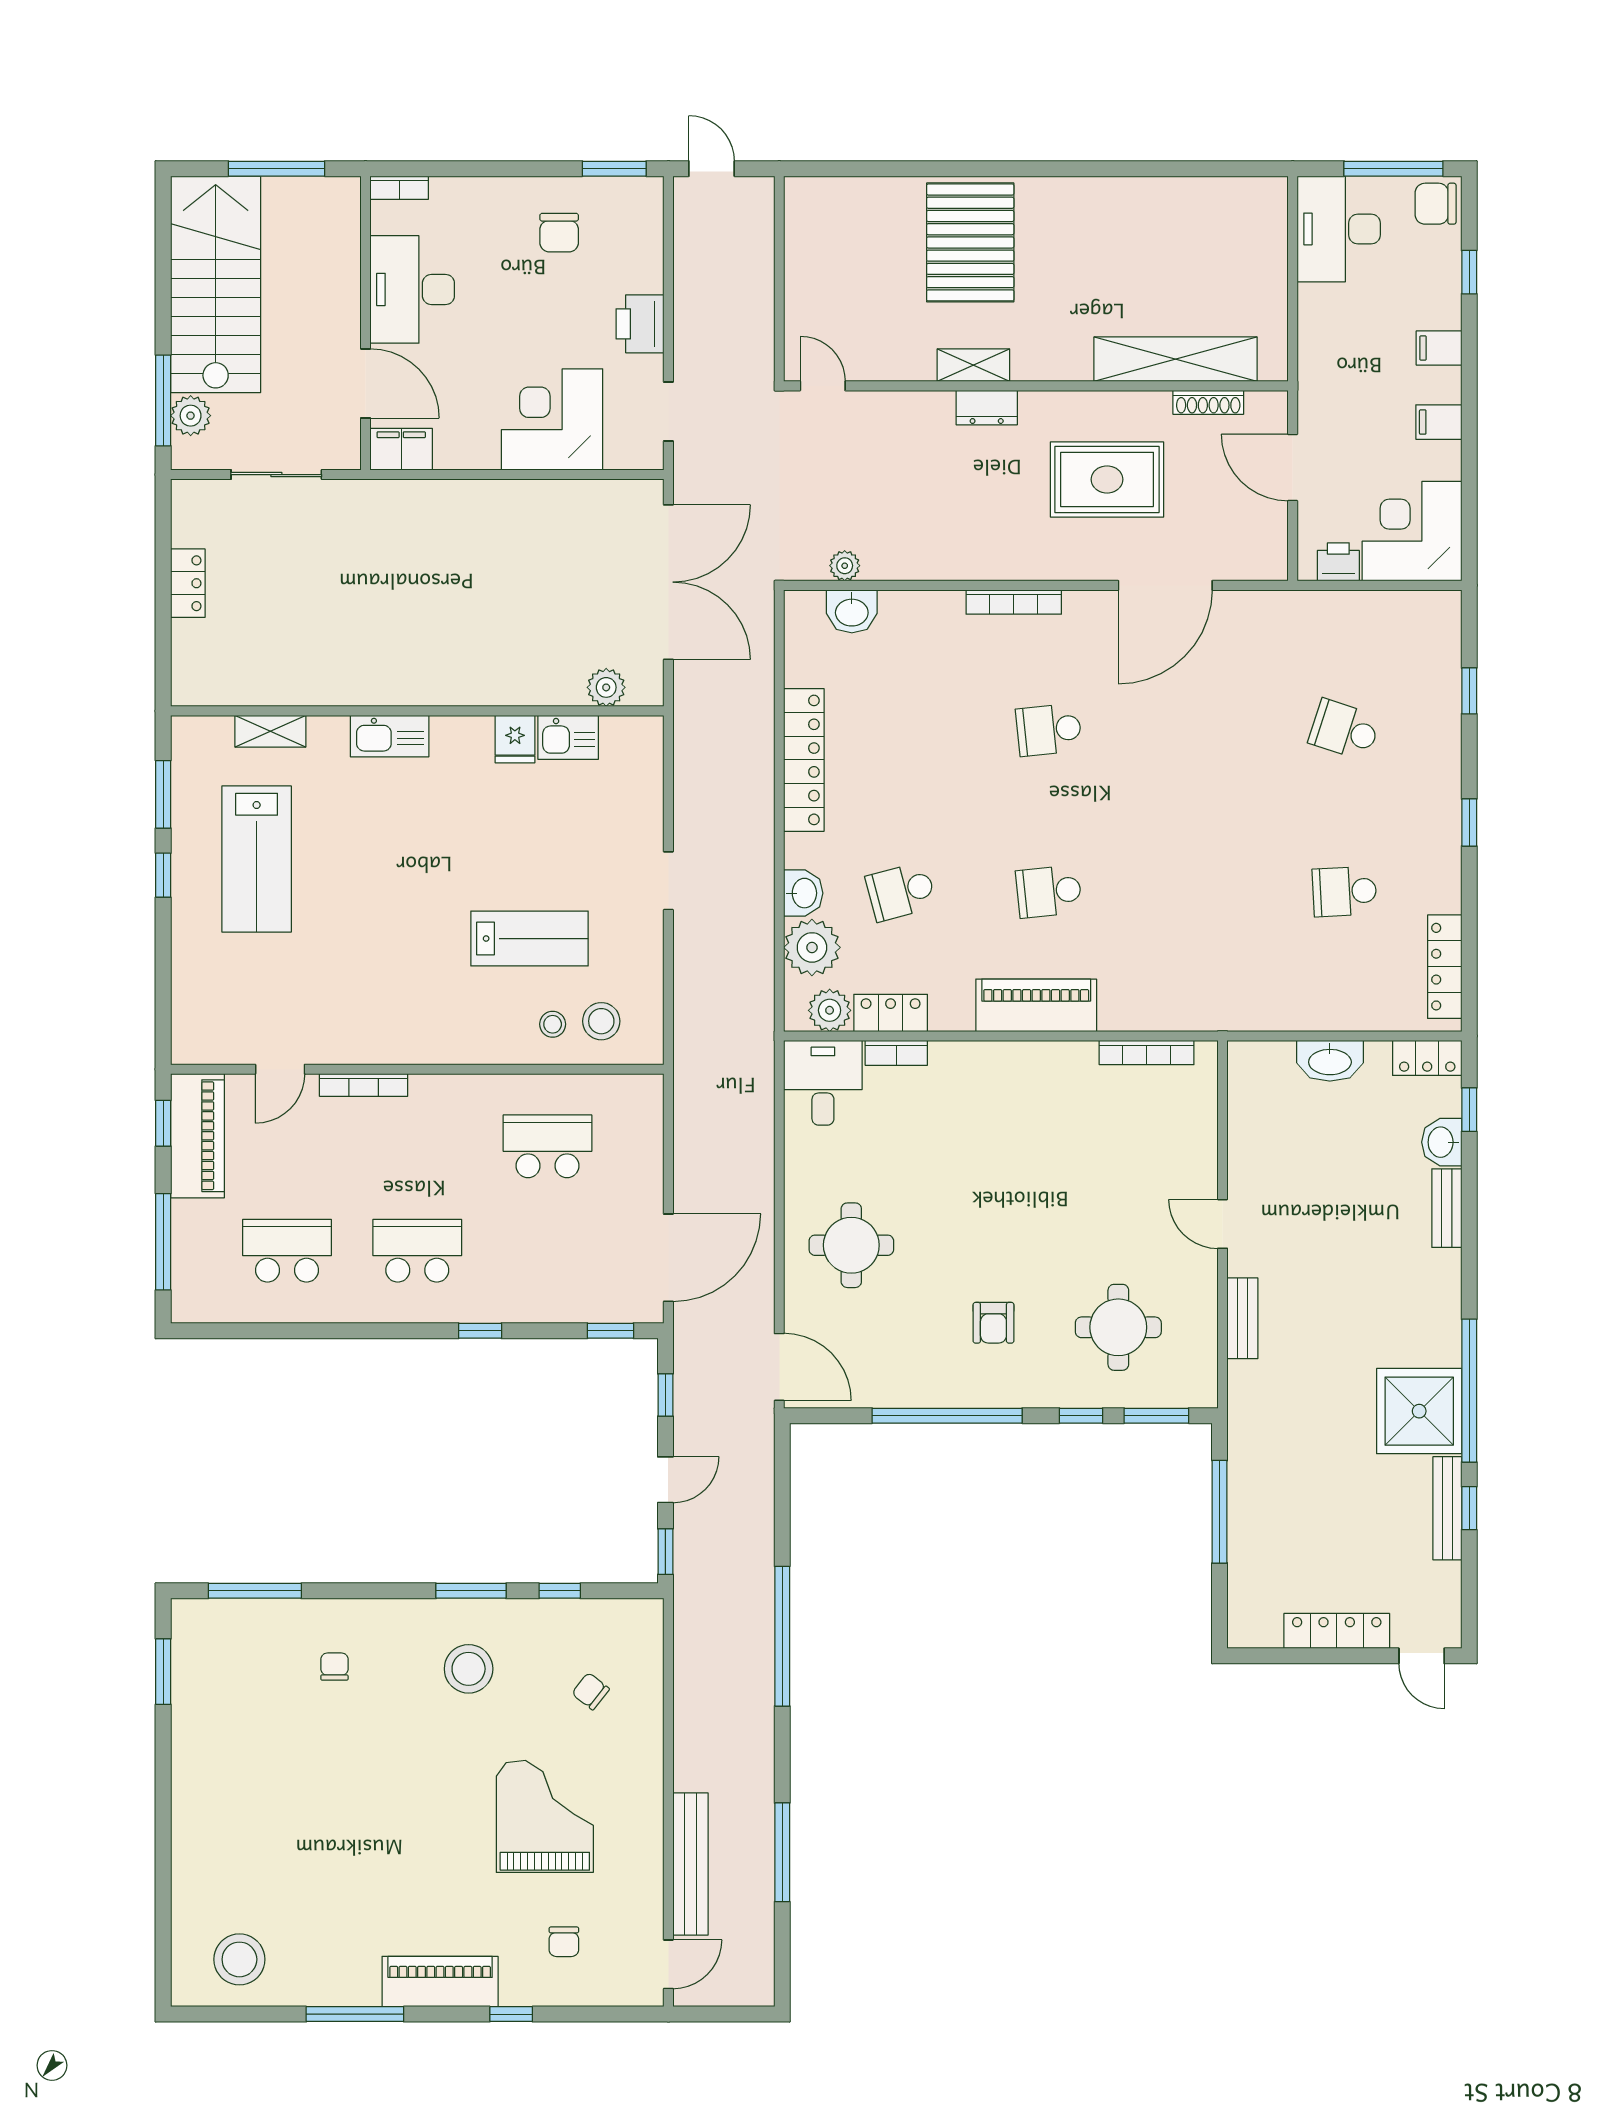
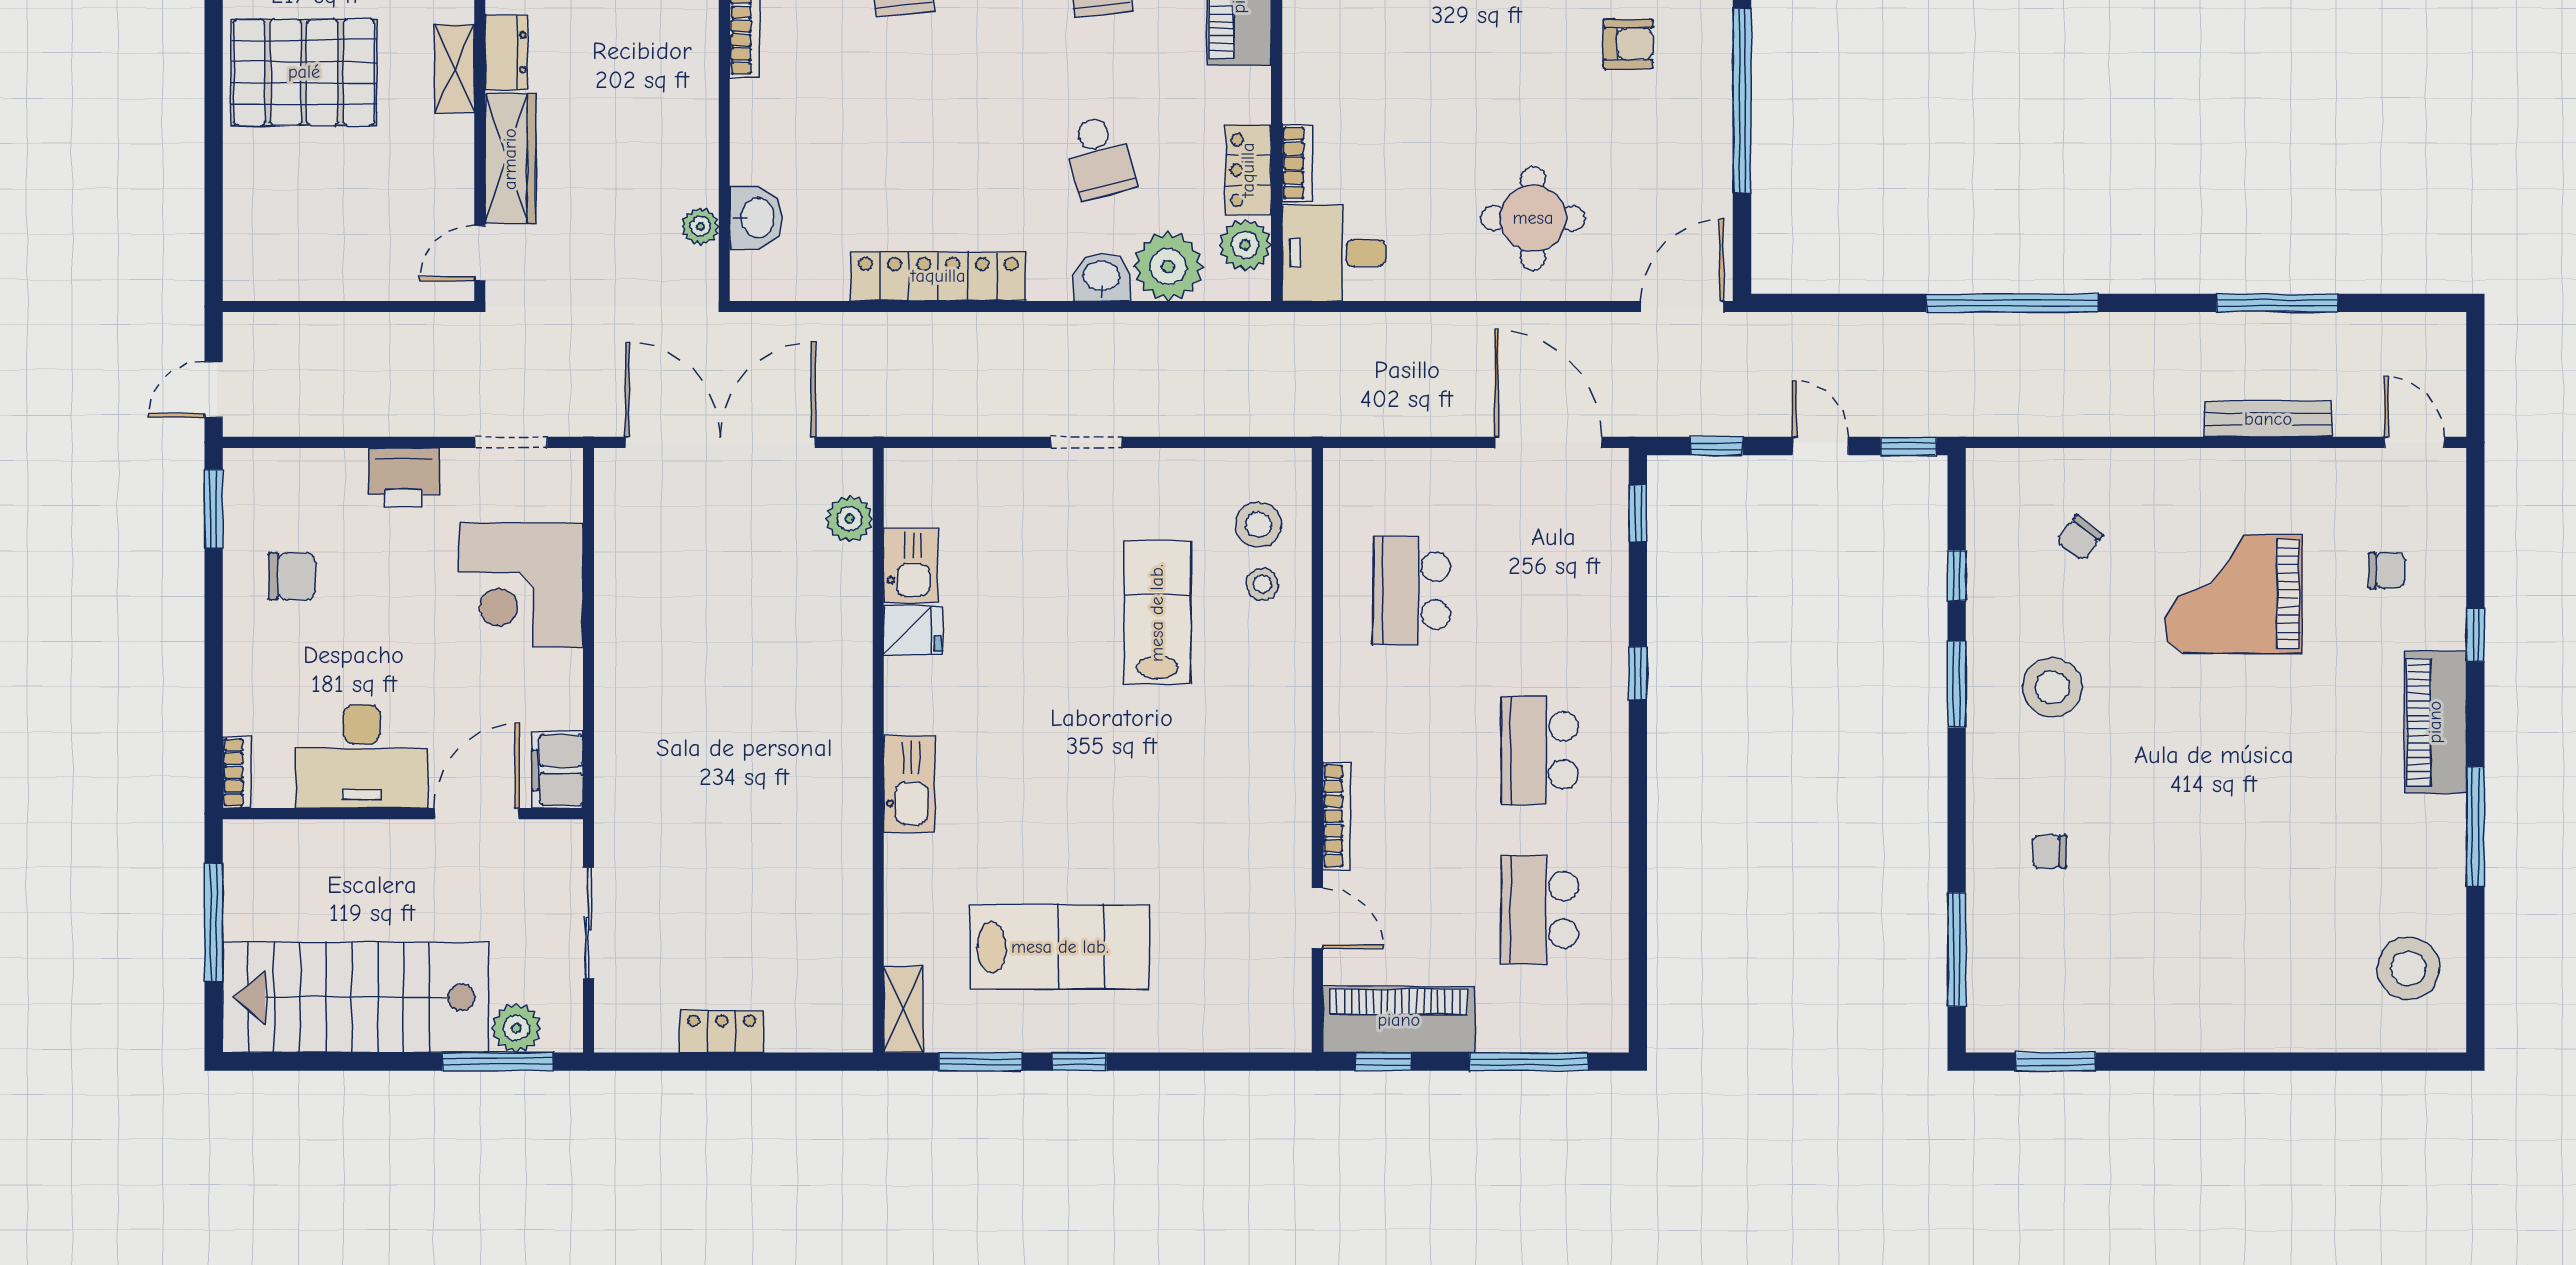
wardrobe: (900, 411) -> (510, 159), added
shelving: (270, 731) -> (903, 1009), moved
bench: (691, 1864) -> (2268, 419), width x0.73, depth x0.82

